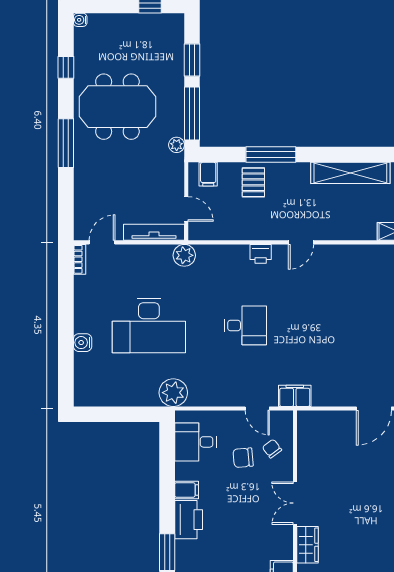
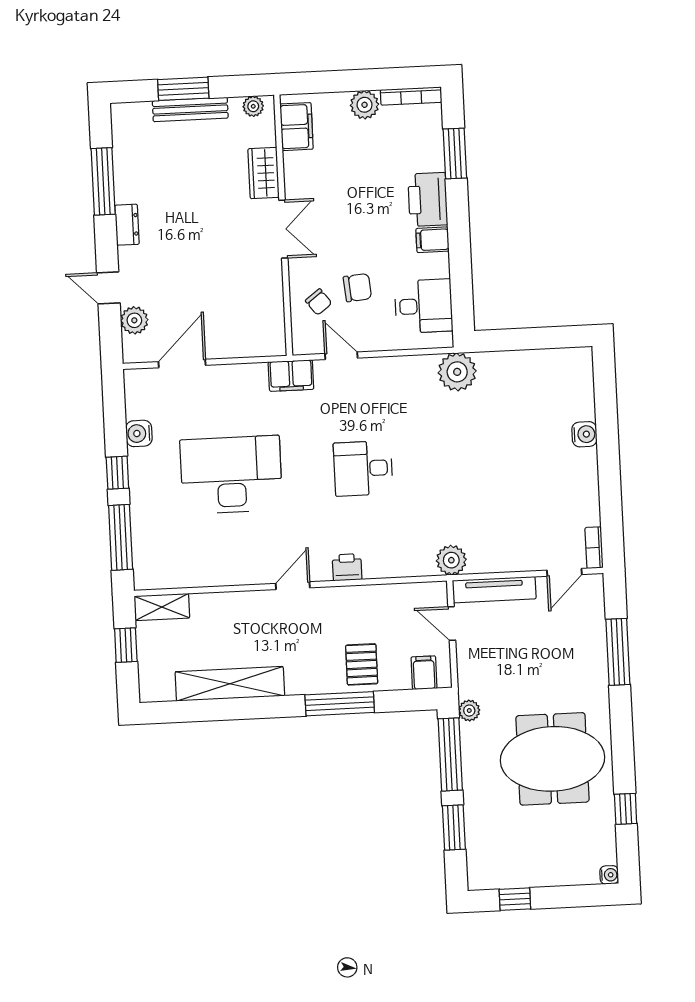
window: (66, 143) -> (618, 652), moved
desk: (149, 325) -> (231, 475), moved

